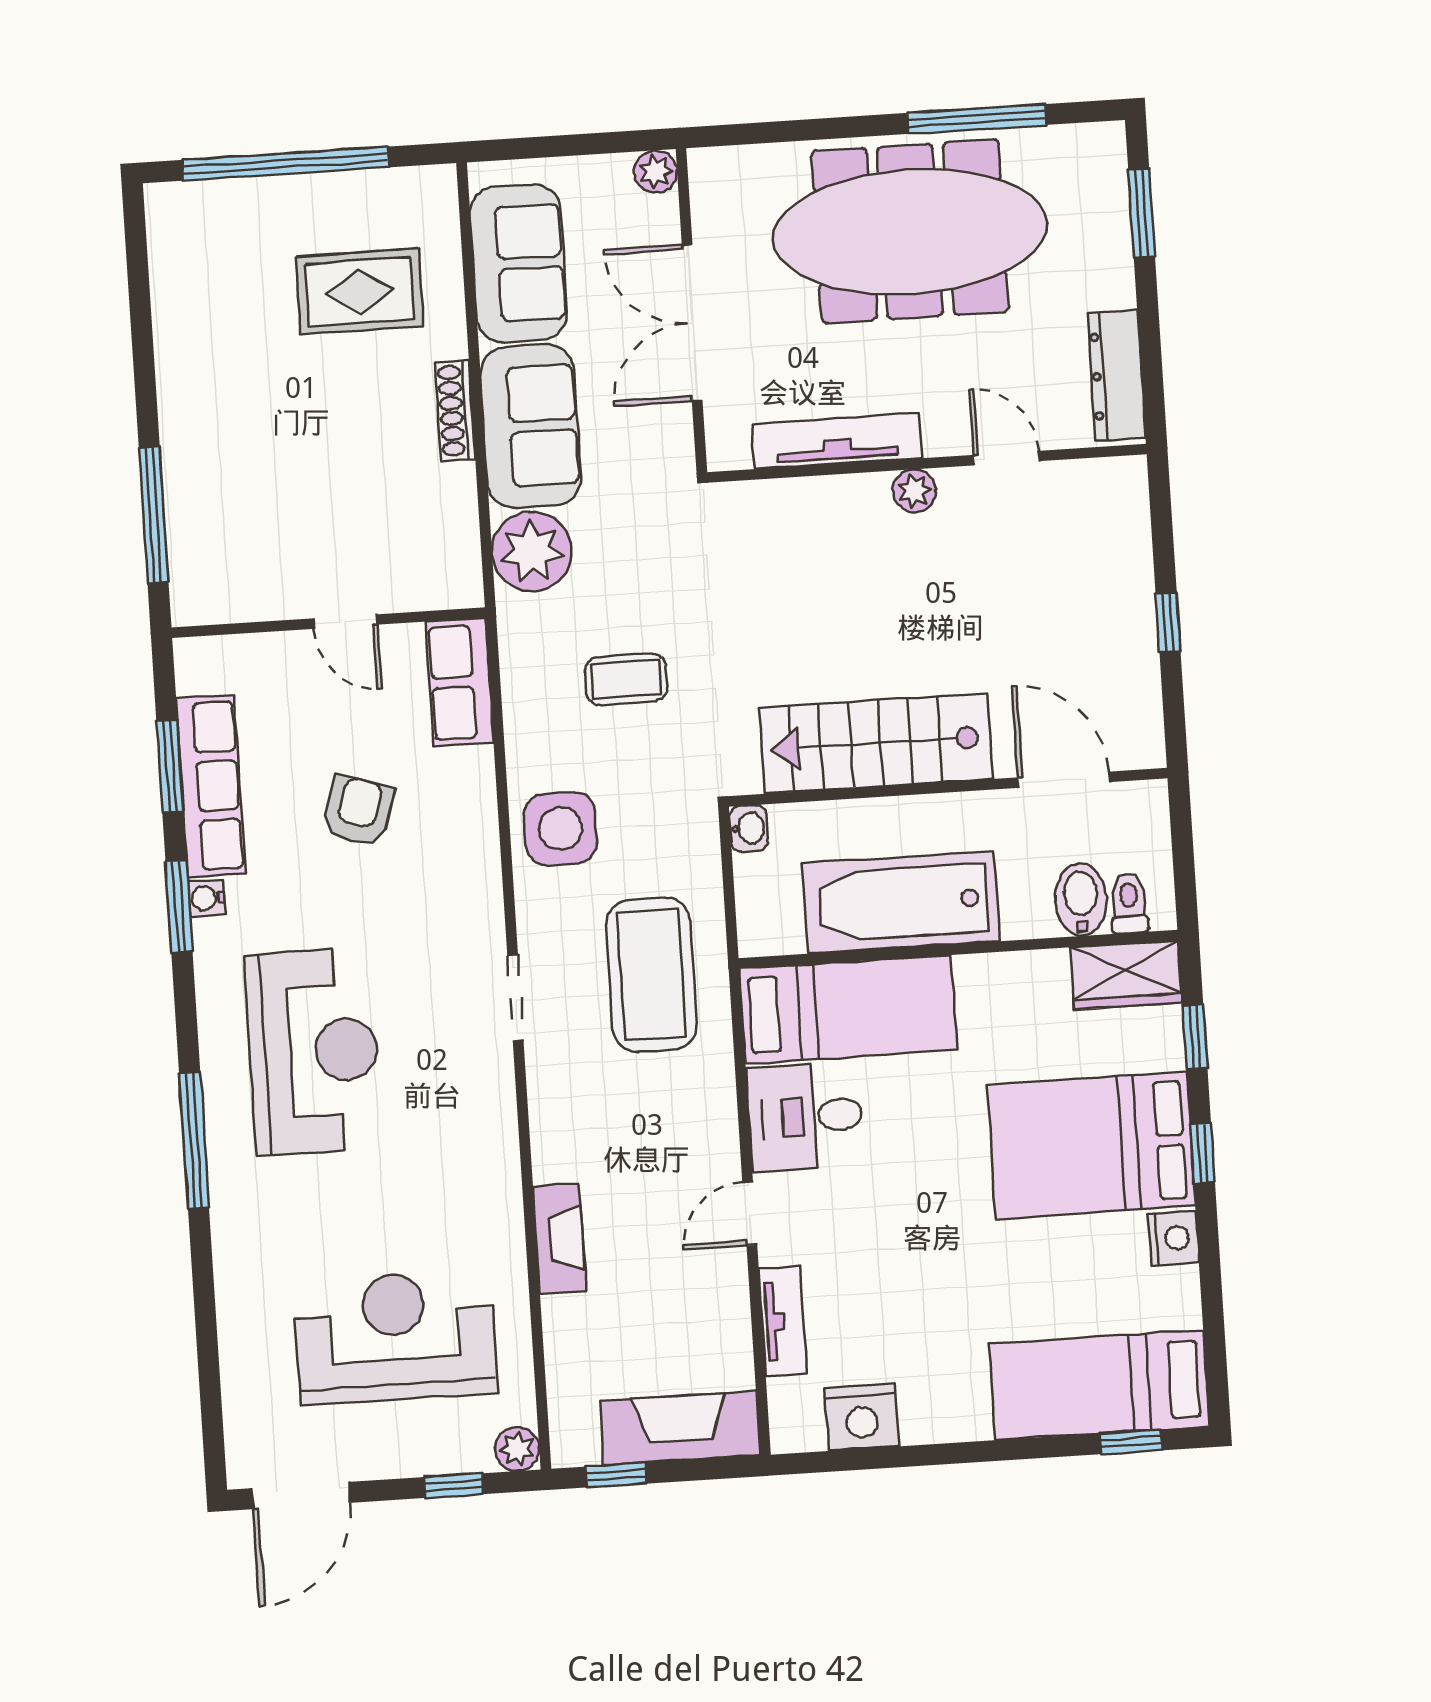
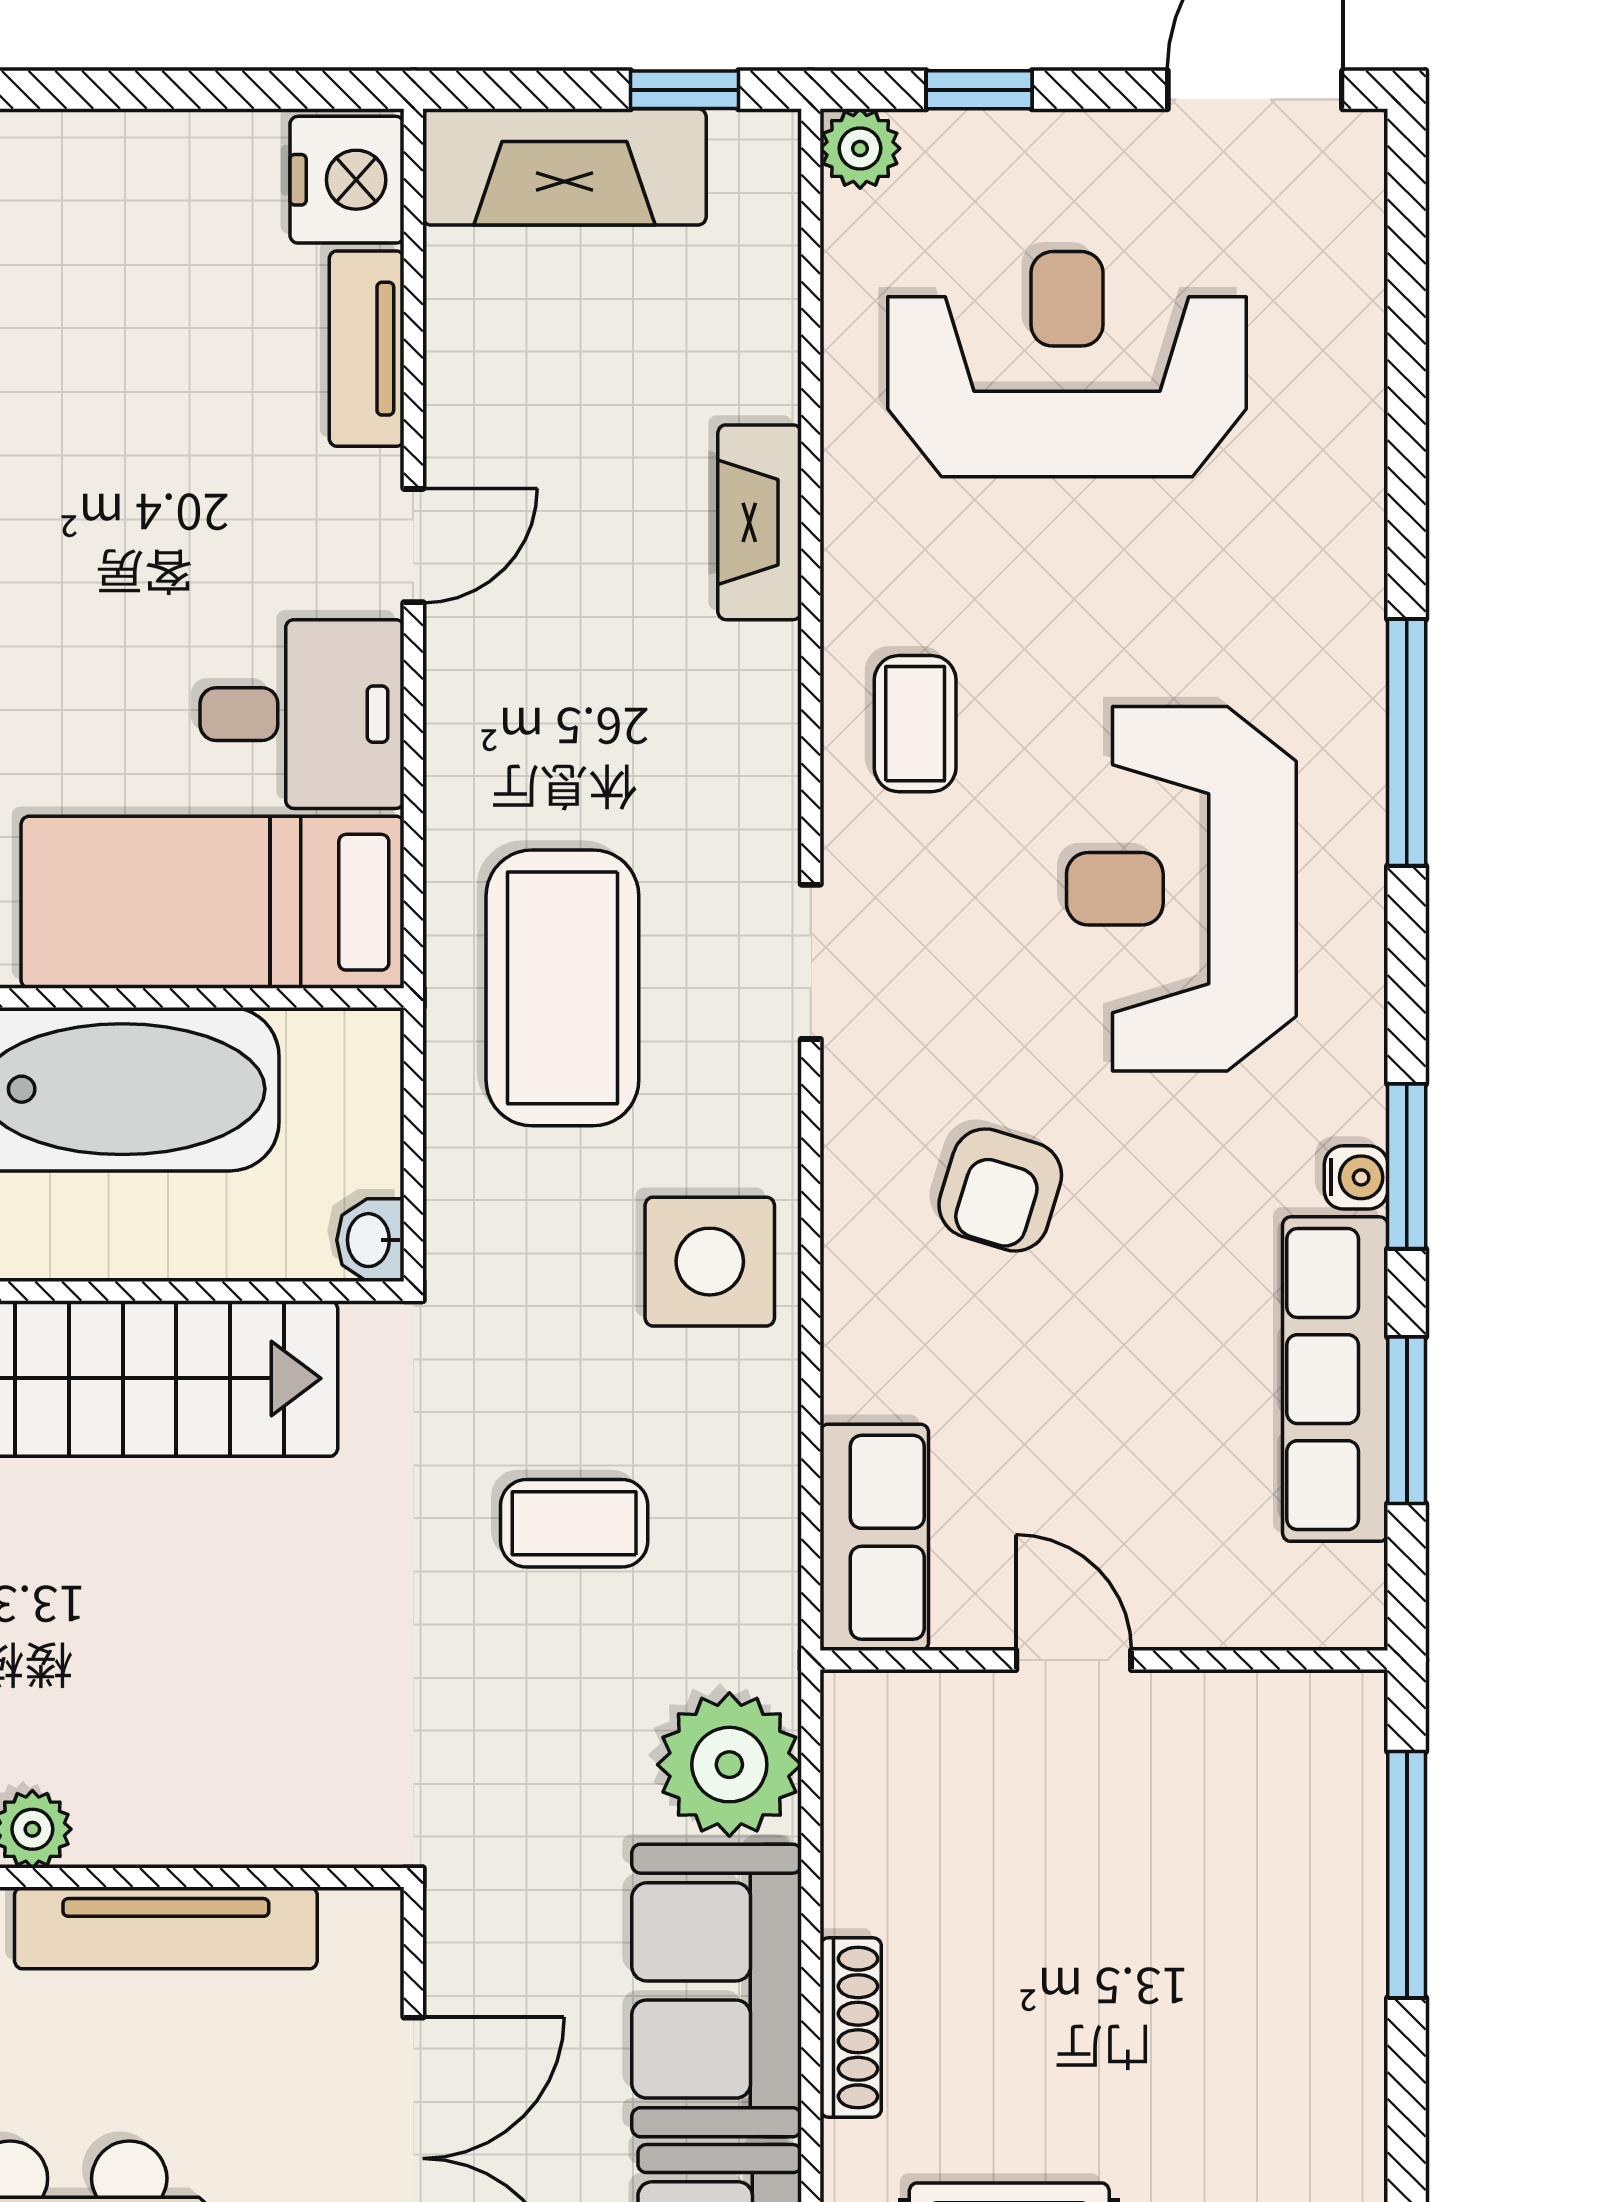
armchair: (358, 811) -> (1000, 1190), moved
coffee table: (466, 1133) -> (915, 724), added
reception desk: (395, 1337) -> (1067, 364), turned 180
nightstand: (862, 1417) -> (347, 180), moved, turned 90

